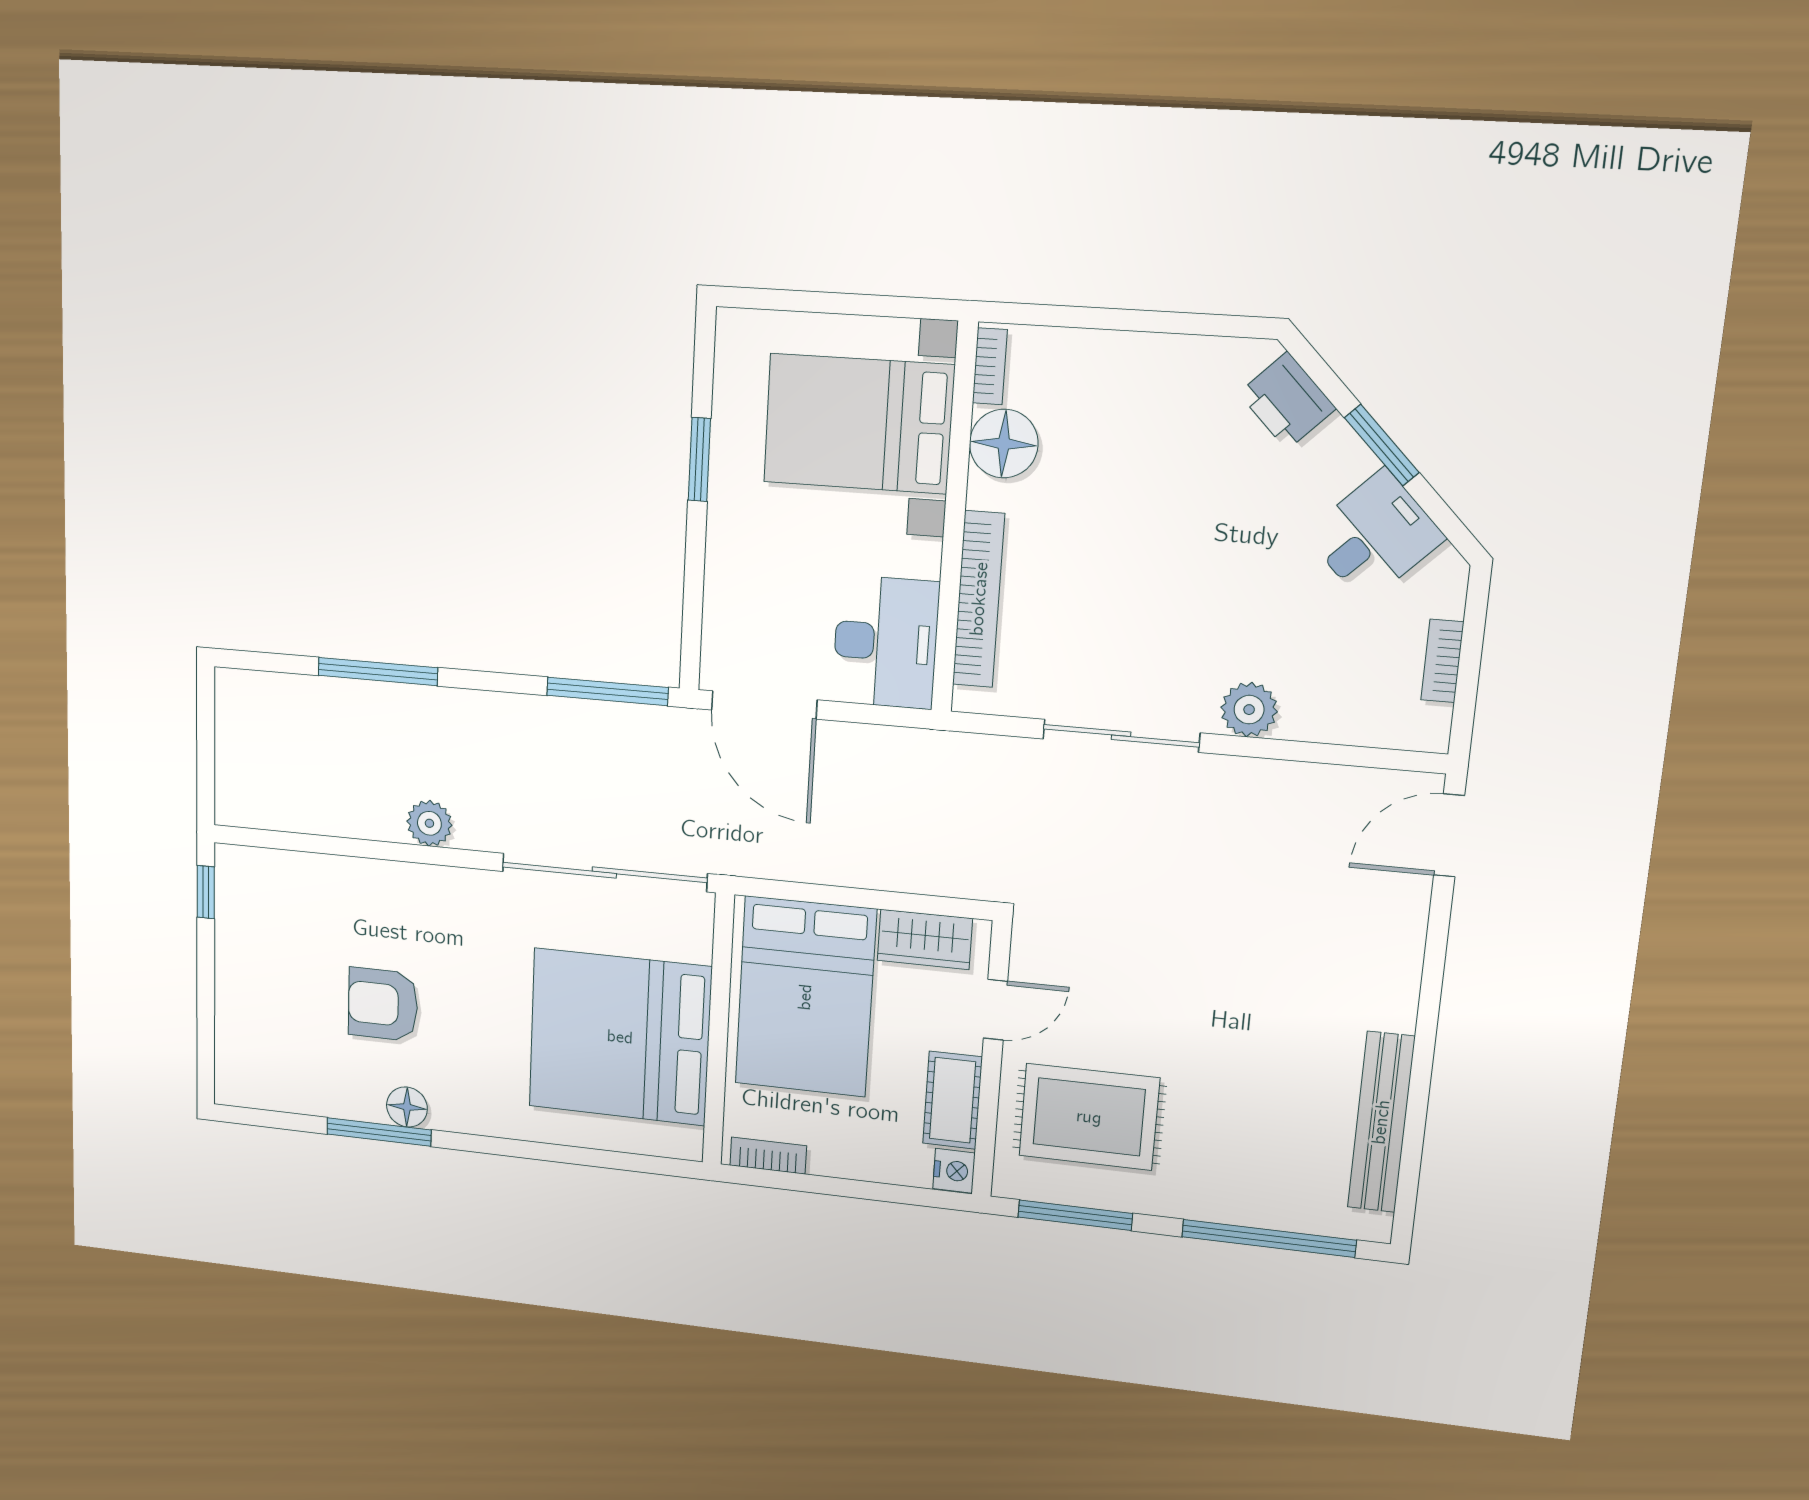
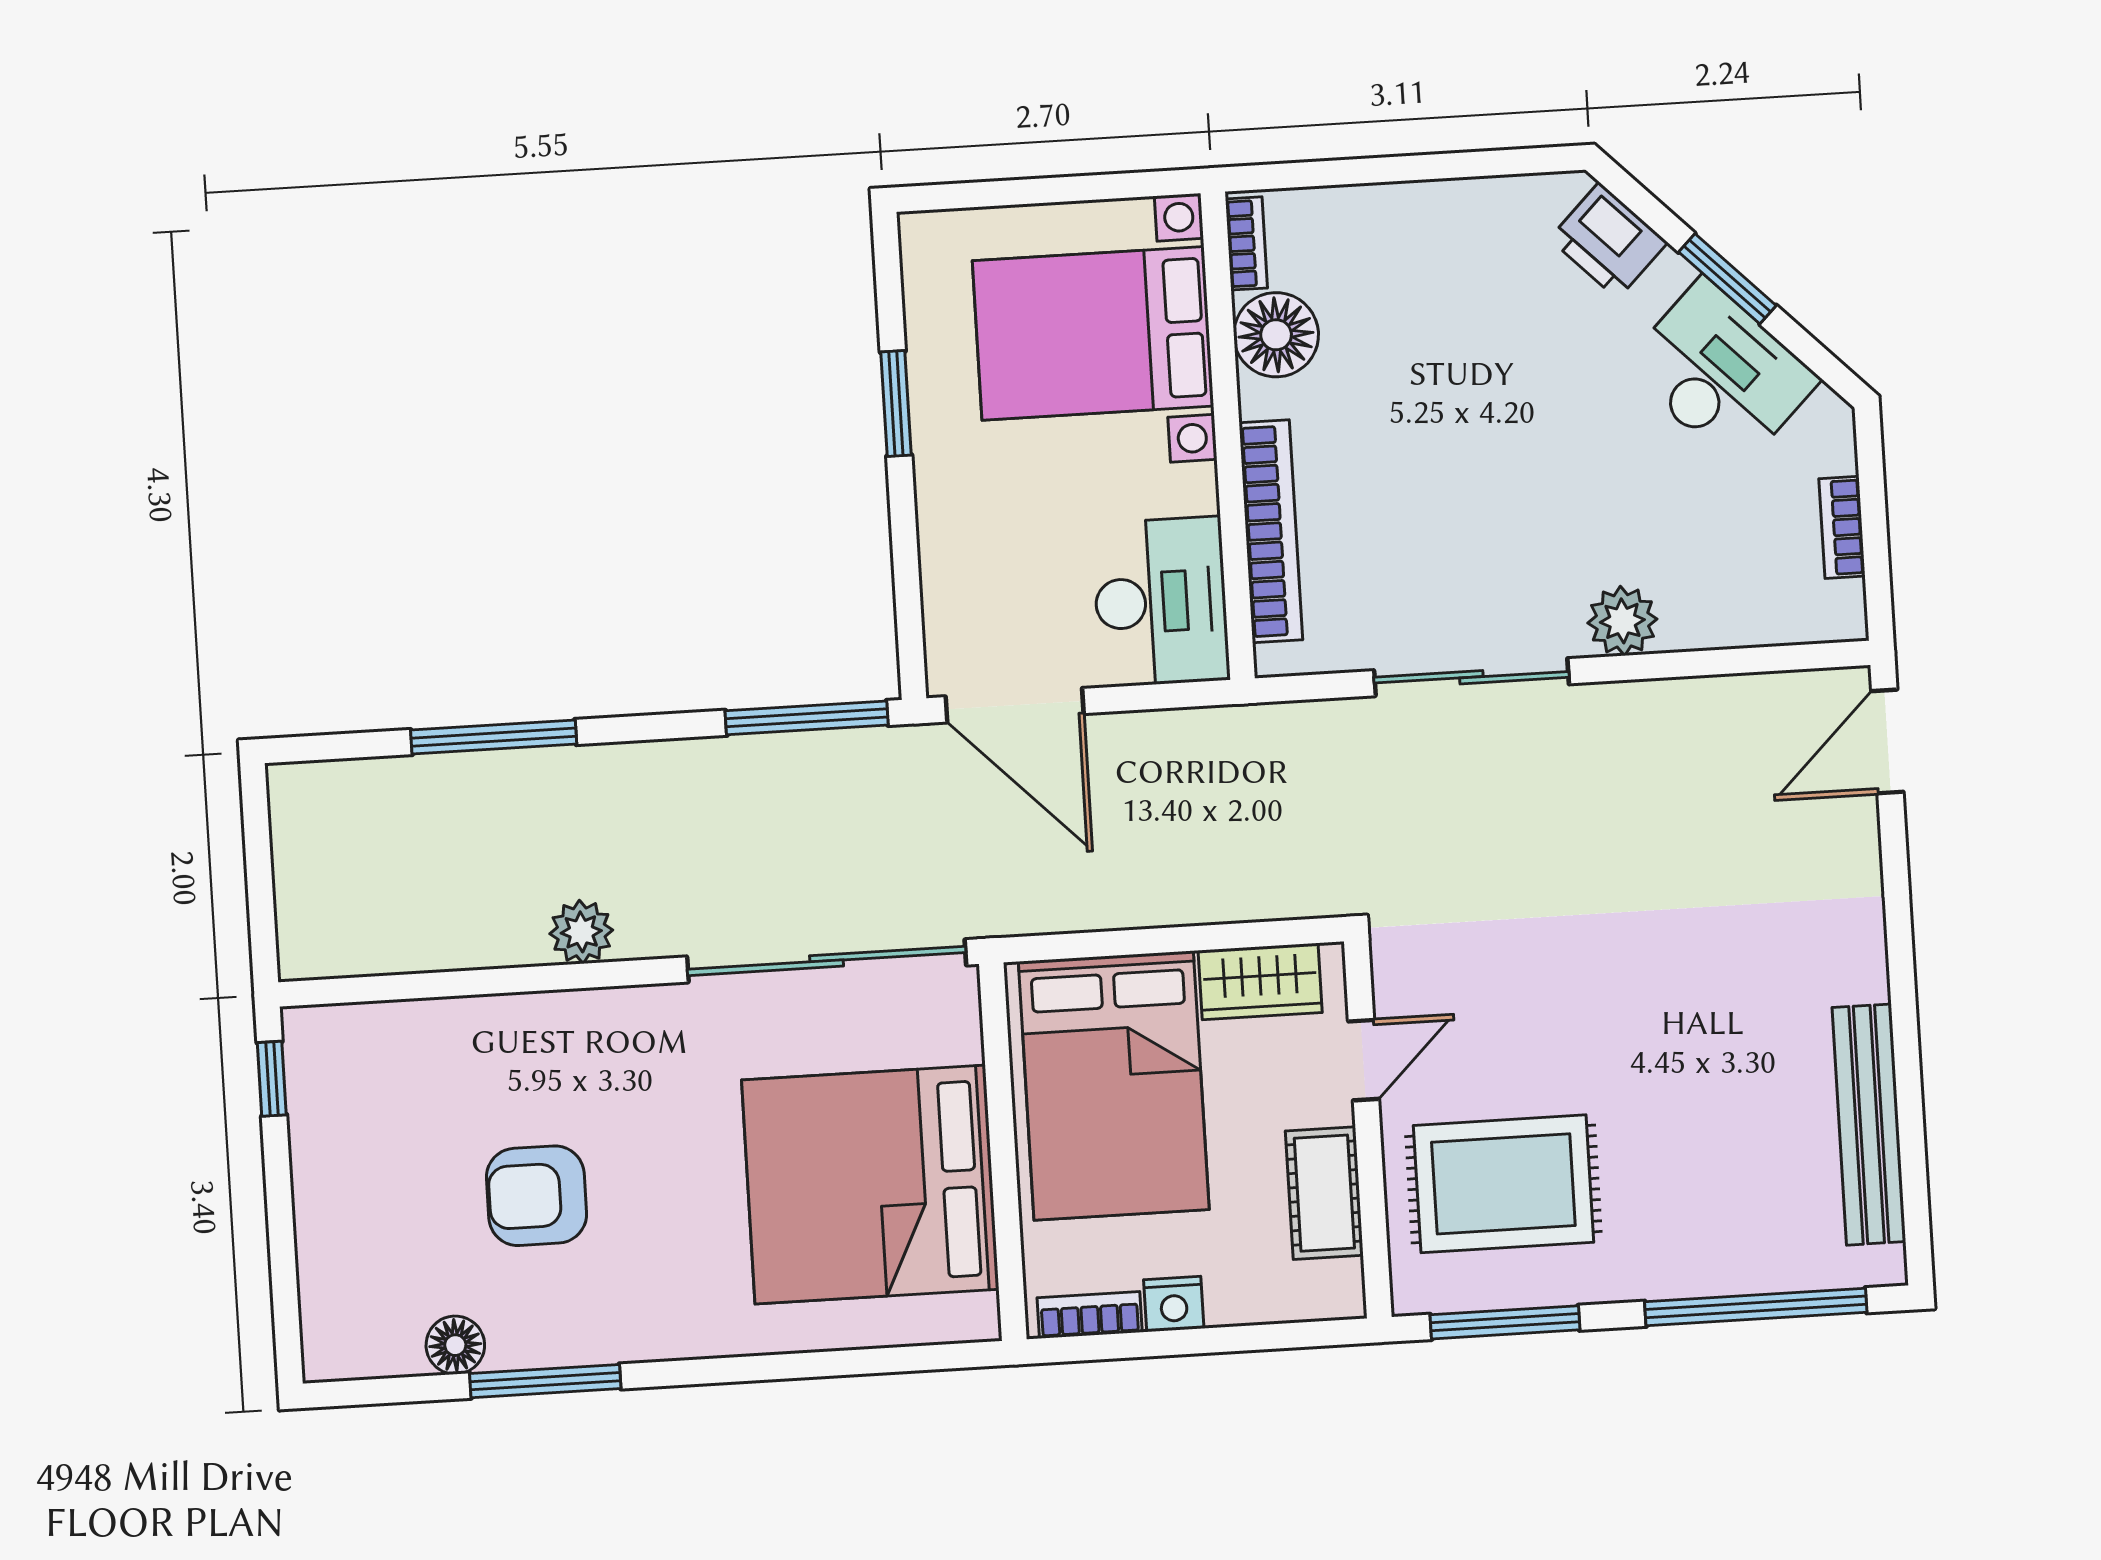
desk: (1374, 536) -> (1721, 374), width x1.37
floor lamp: (407, 1107) -> (455, 1345), moved
nightstand: (954, 1171) -> (1174, 1304), moved, turned 90

